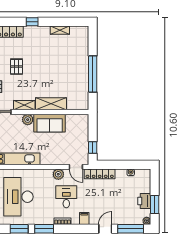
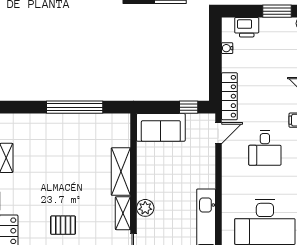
sofa: (50, 123) -> (161, 127), moved, turned 90
plant: (58, 174) -> (230, 160), removed
desk: (66, 197) -> (265, 148), turned -90
printer: (144, 201) -> (247, 27), moved

